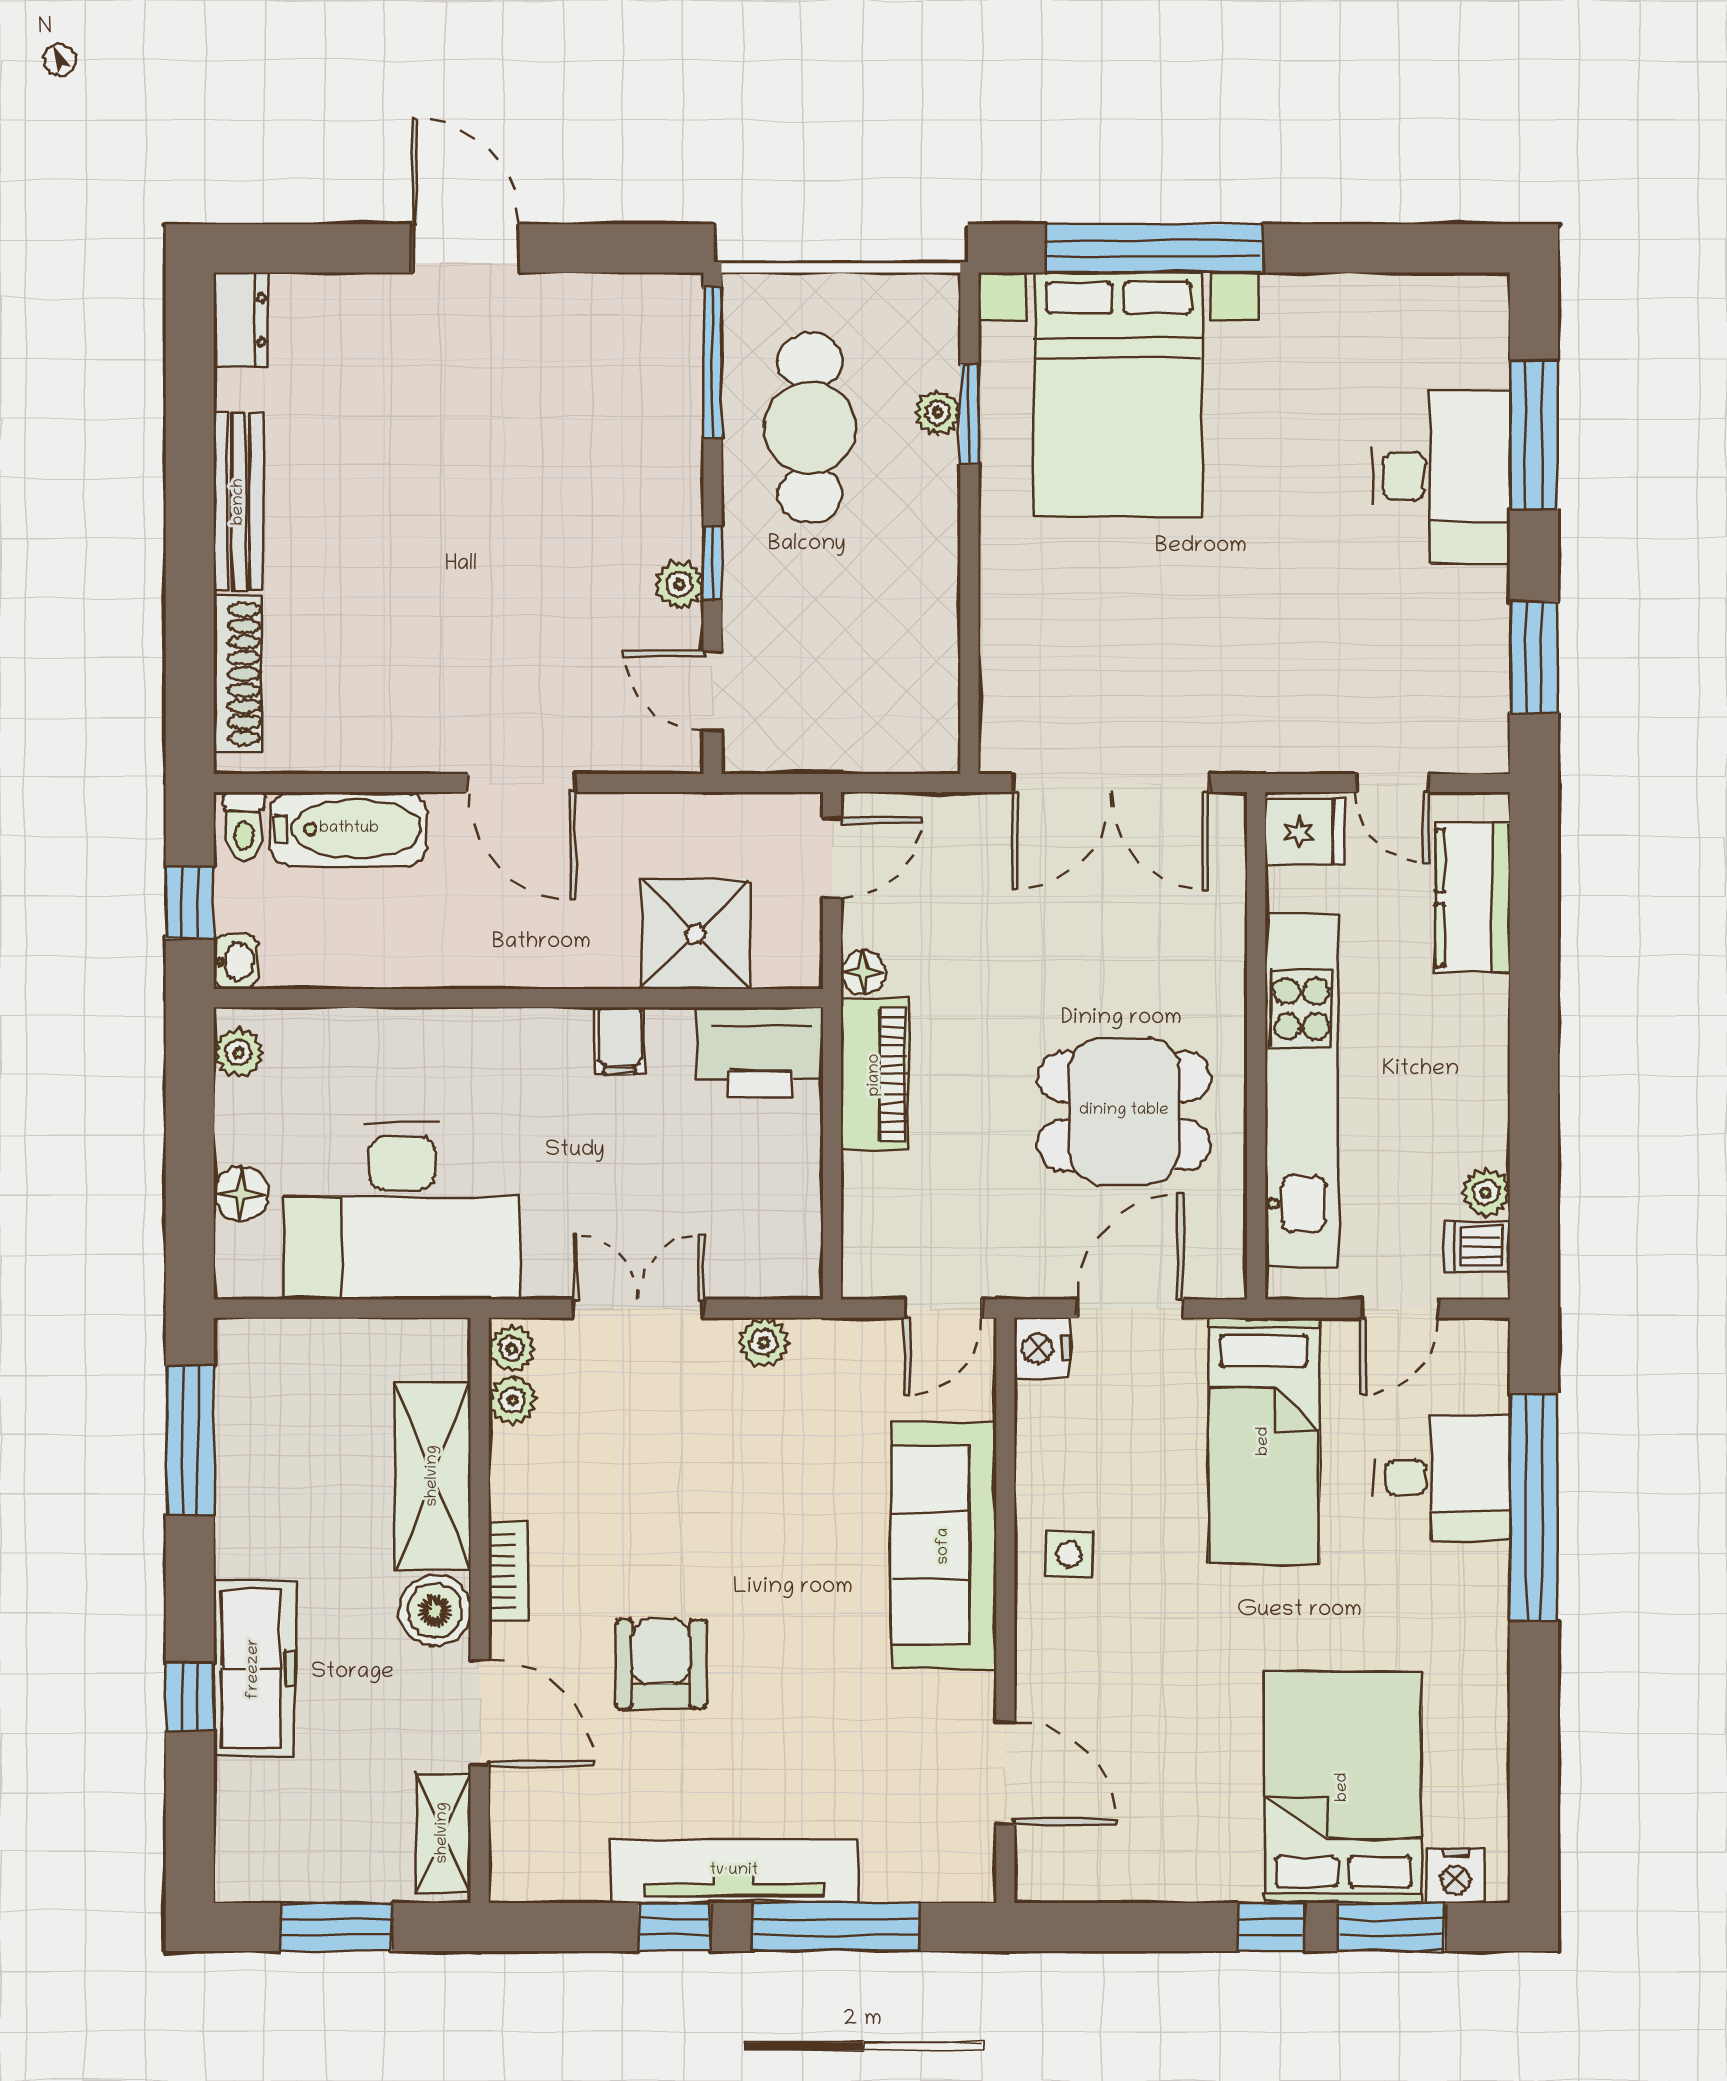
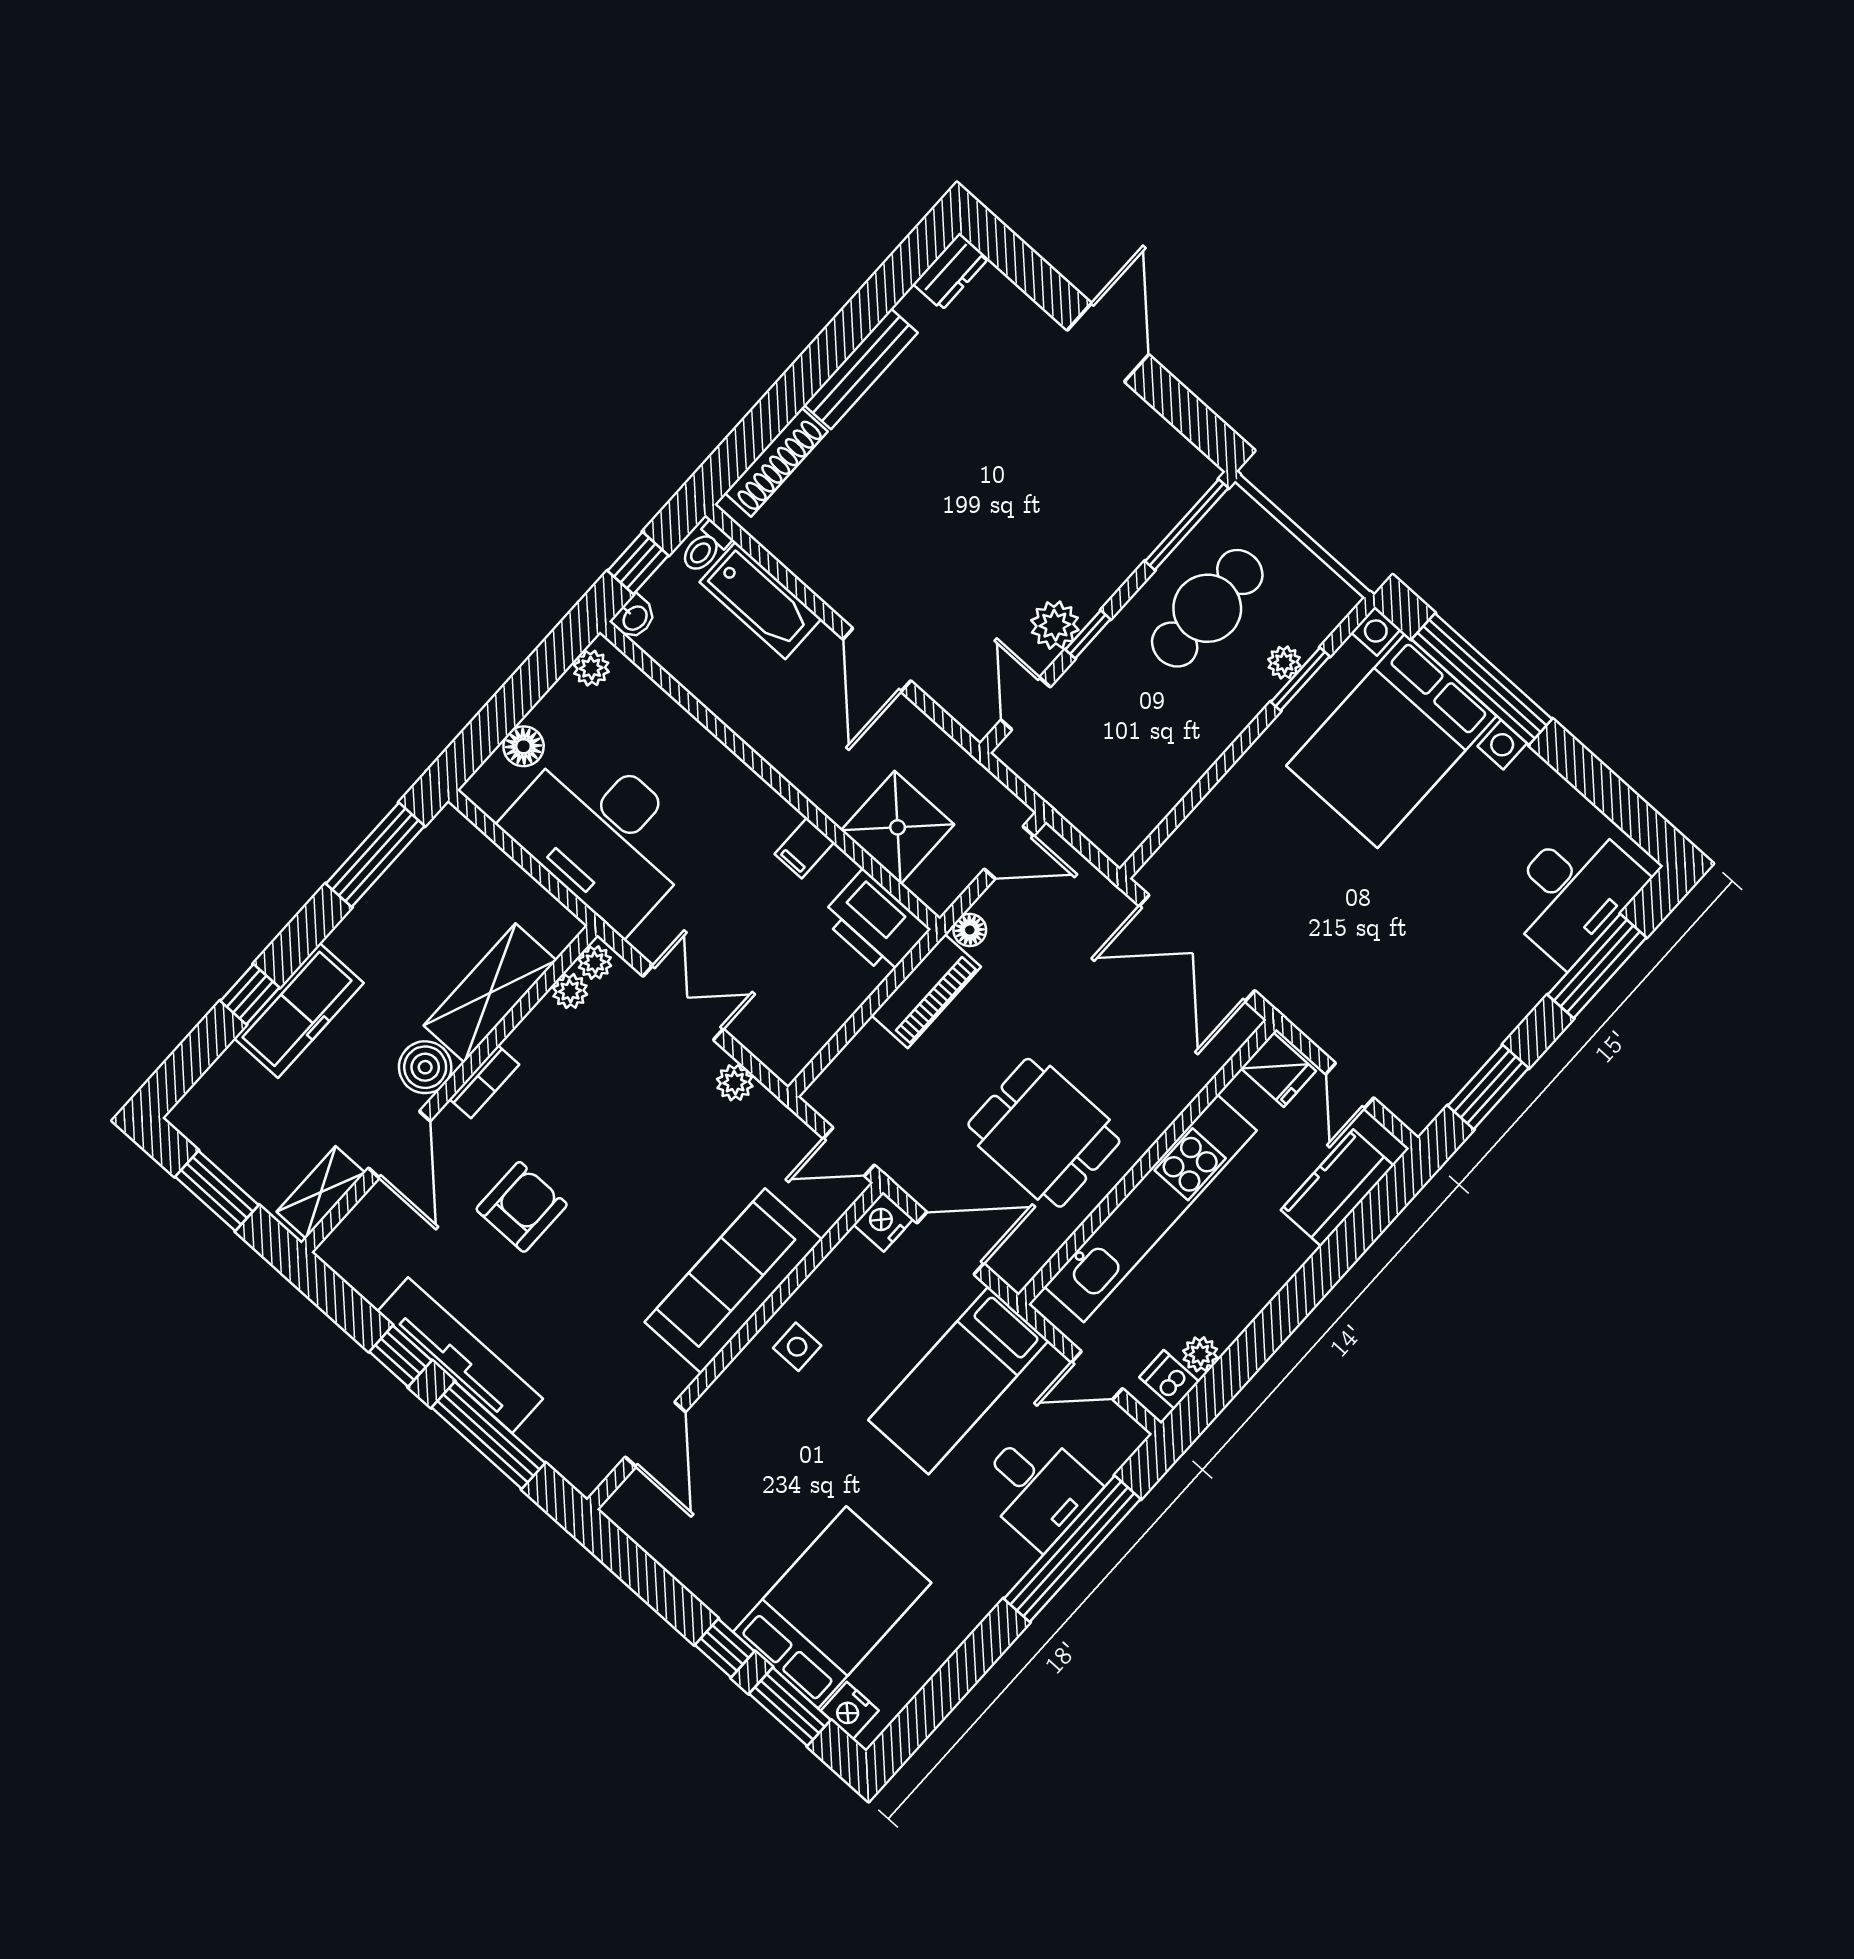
desk: (1441, 476) -> (1573, 892), moved
plant: (680, 585) -> (1055, 625), width x1.38, depth x1.38

